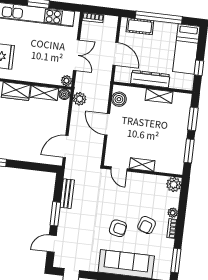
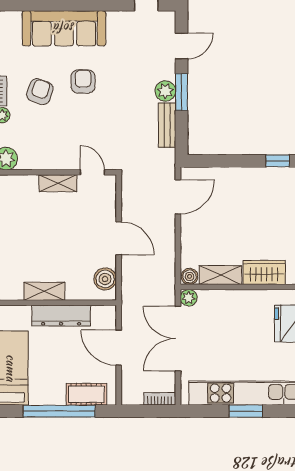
double door: (77, 55) -> (178, 339), width x1.37
plant: (80, 99) -> (165, 91), moved
armchair: (118, 228) -> (83, 82), turned 79

